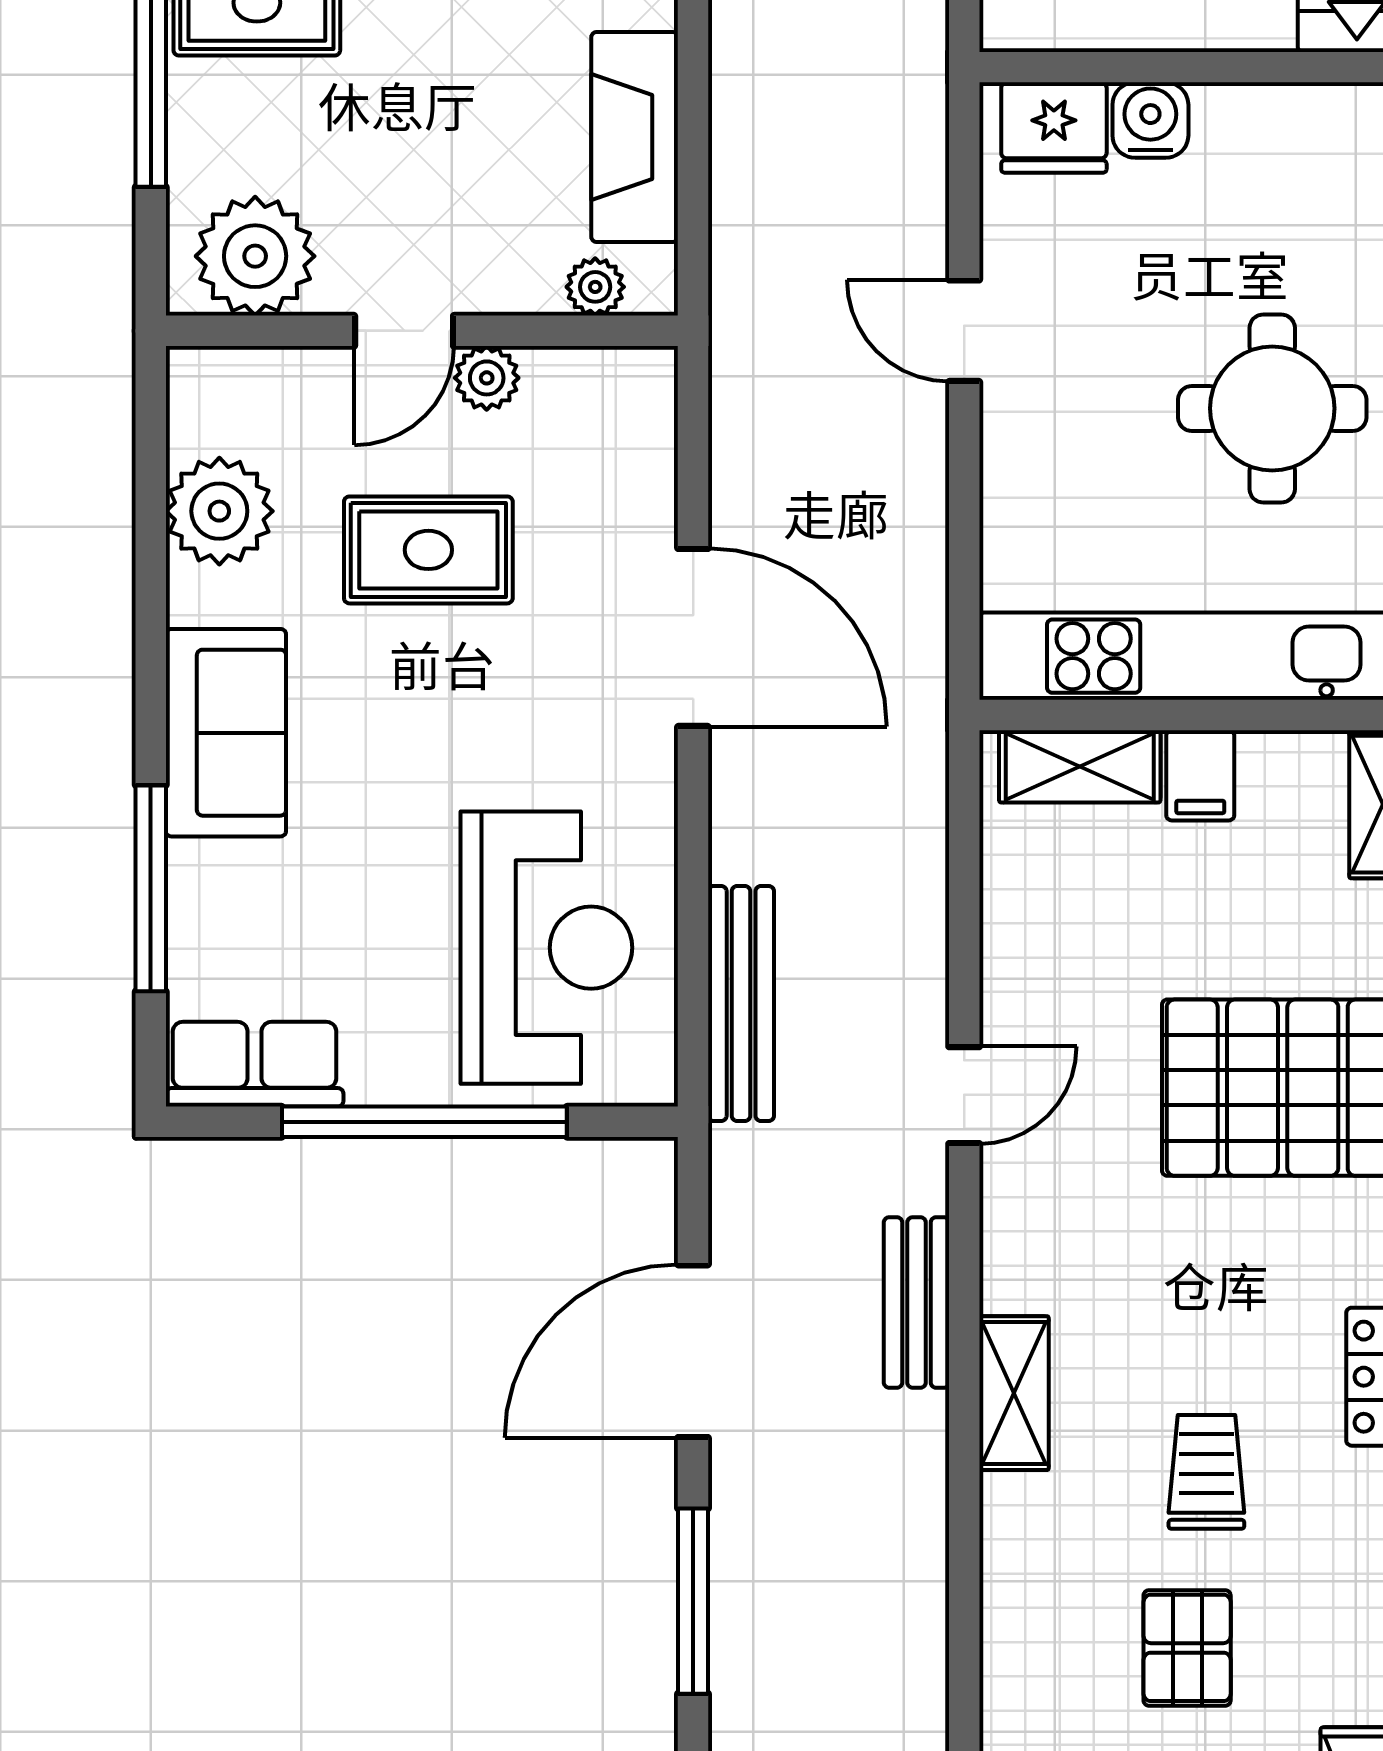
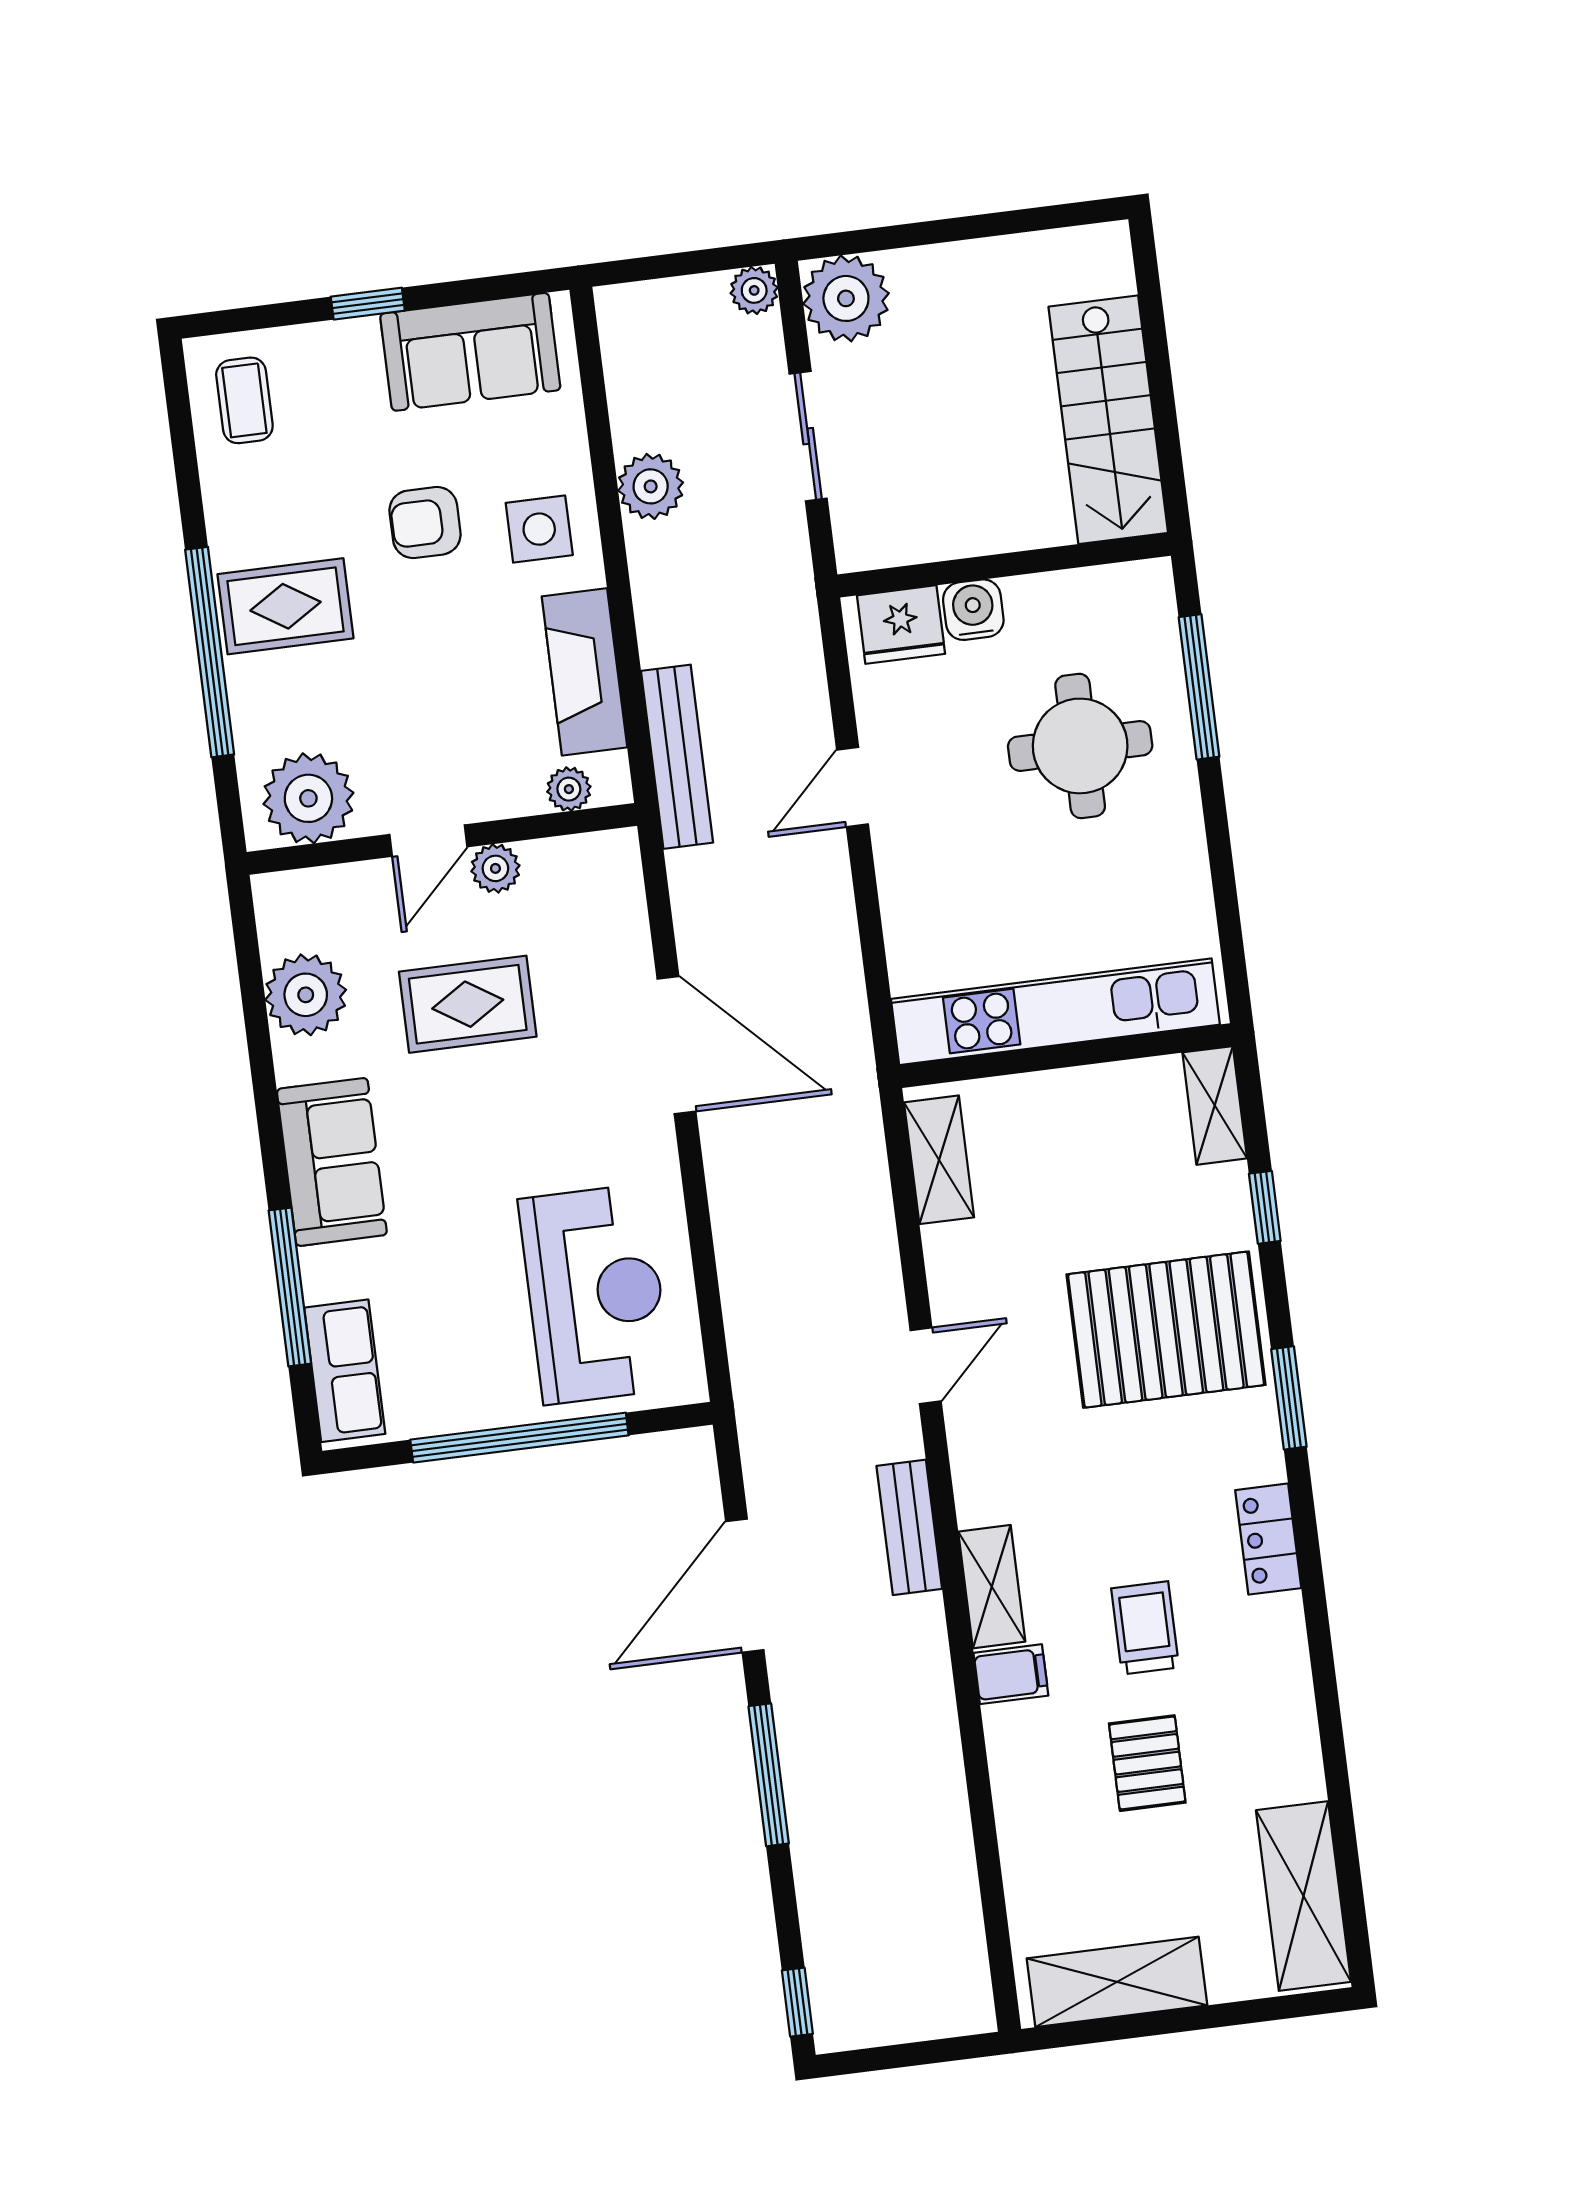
door: (964, 331) -> (852, 787), hinge flipped
round table: (1272, 408) -> (1080, 746), moved
shelving: (1080, 766) -> (939, 1160), moved, turned 90
filing cabinet: (1200, 775) -> (1011, 1674), moved, turned -90
bench: (741, 1003) -> (677, 757), moved
row of seats: (255, 1064) -> (345, 1371), moved, turned 90

